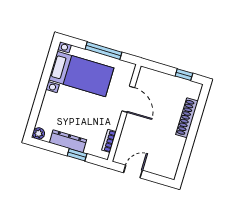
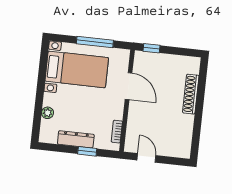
window: (184, 75) -> (151, 48), moved
plant: (39, 134) -> (47, 113), moved
door: (133, 171) -> (146, 158), hinge flipped

